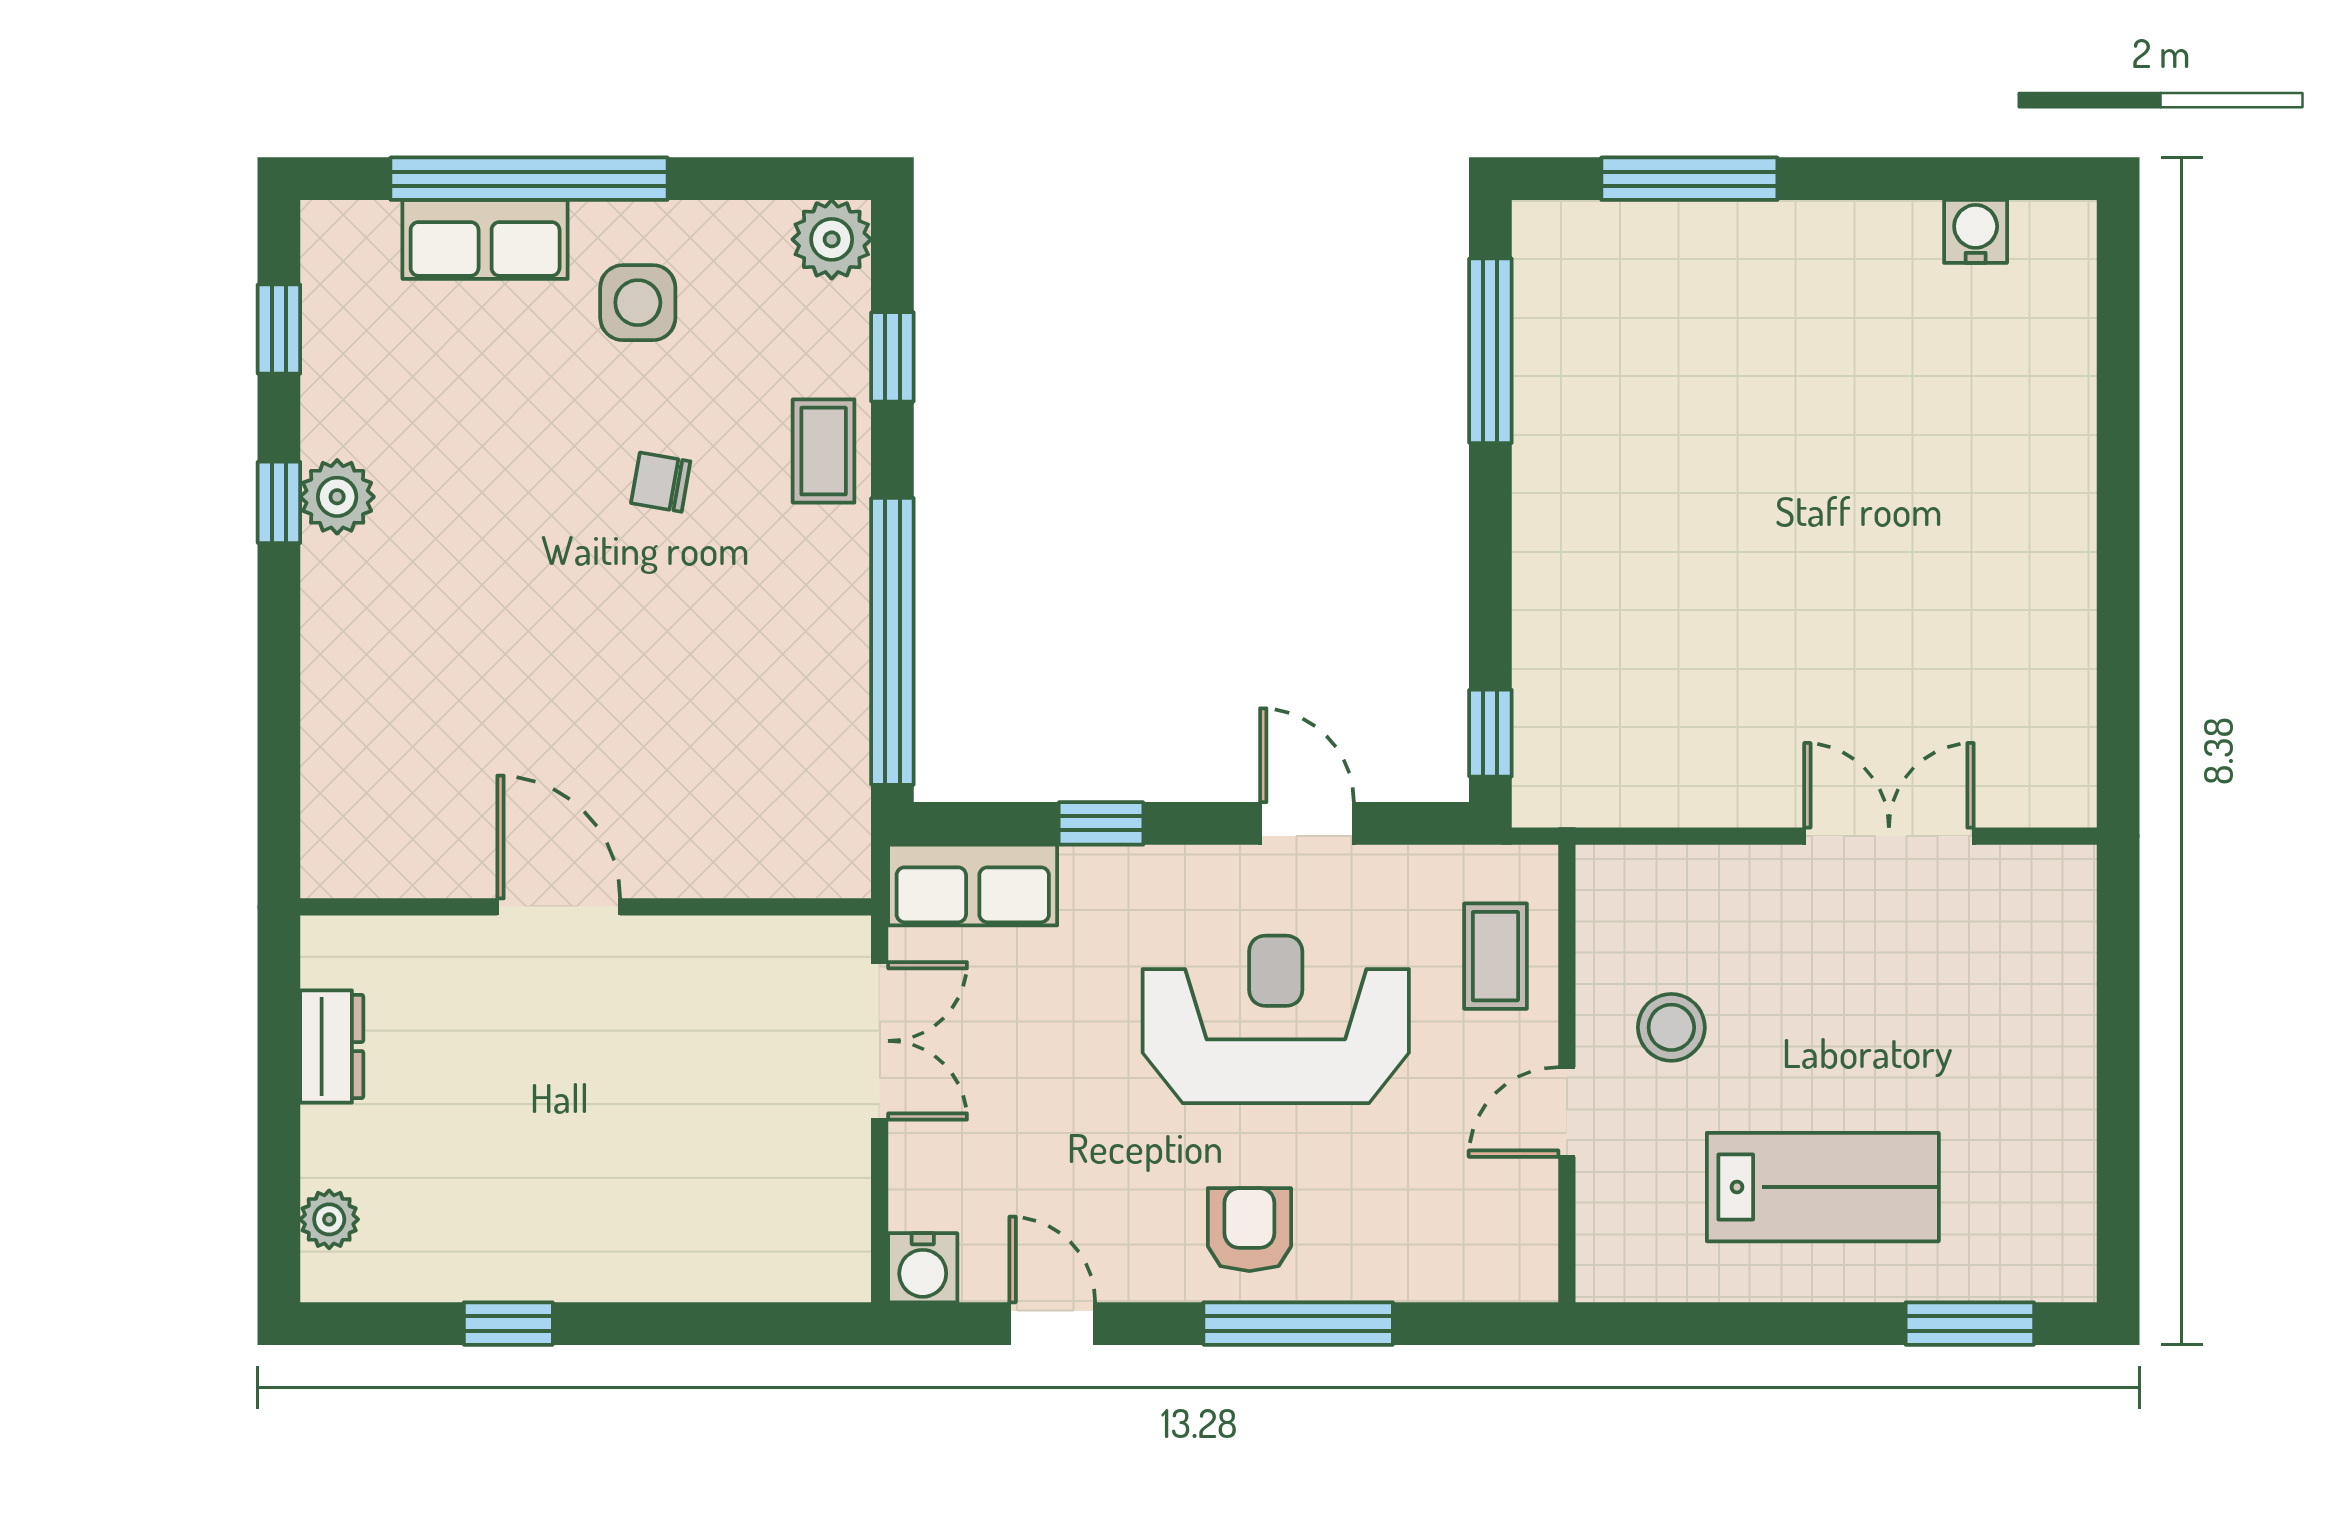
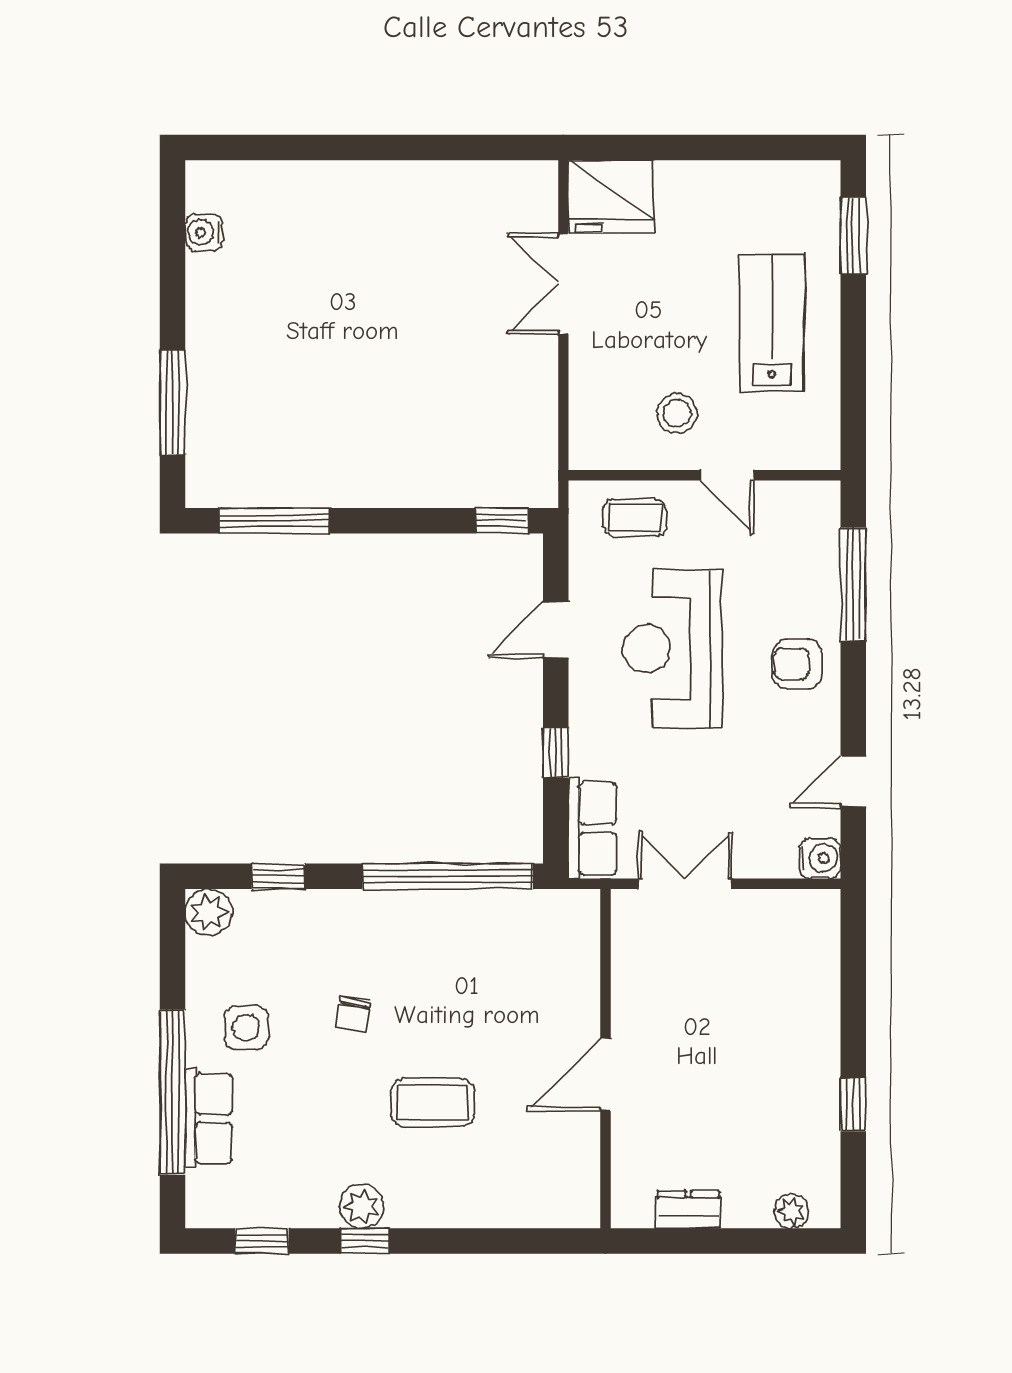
coffee table: (824, 451) -> (433, 1102), moved, width x1.36, depth x1.30
fridge: (2036, 917) -> (611, 196), added
window: (1298, 1324) -> (853, 584), moved

